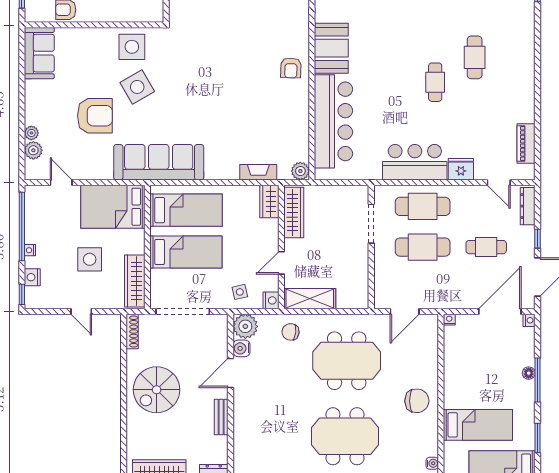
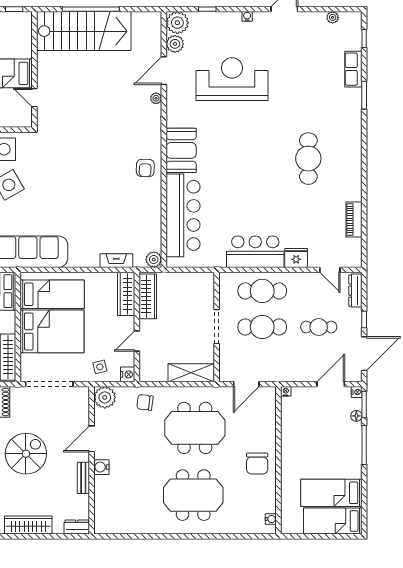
cafe table: (475, 57) -> (308, 159), width x1.37, depth x1.35
cafe table: (435, 82) -> (273, 181), removed
piano: (526, 144) -> (354, 220), moved
wardrobe: (269, 201) -> (126, 294), width x1.50
doorway: (371, 224) -> (217, 327), moved
bed: (186, 252) -> (52, 331), width x1.50
shelving: (310, 299) -> (191, 373), moved
door: (500, 311) -> (331, 384), width x0.73
water cooler: (241, 348) -> (101, 467), moved
floor lamp: (529, 373) -> (356, 416), moved
spiral stairs: (157, 390) -> (26, 454), turned 180
chair: (417, 401) -> (257, 464), turned 90
bed: (478, 425) -> (331, 493), moved, turned 180
window: (538, 438) -> (364, 405), moved

